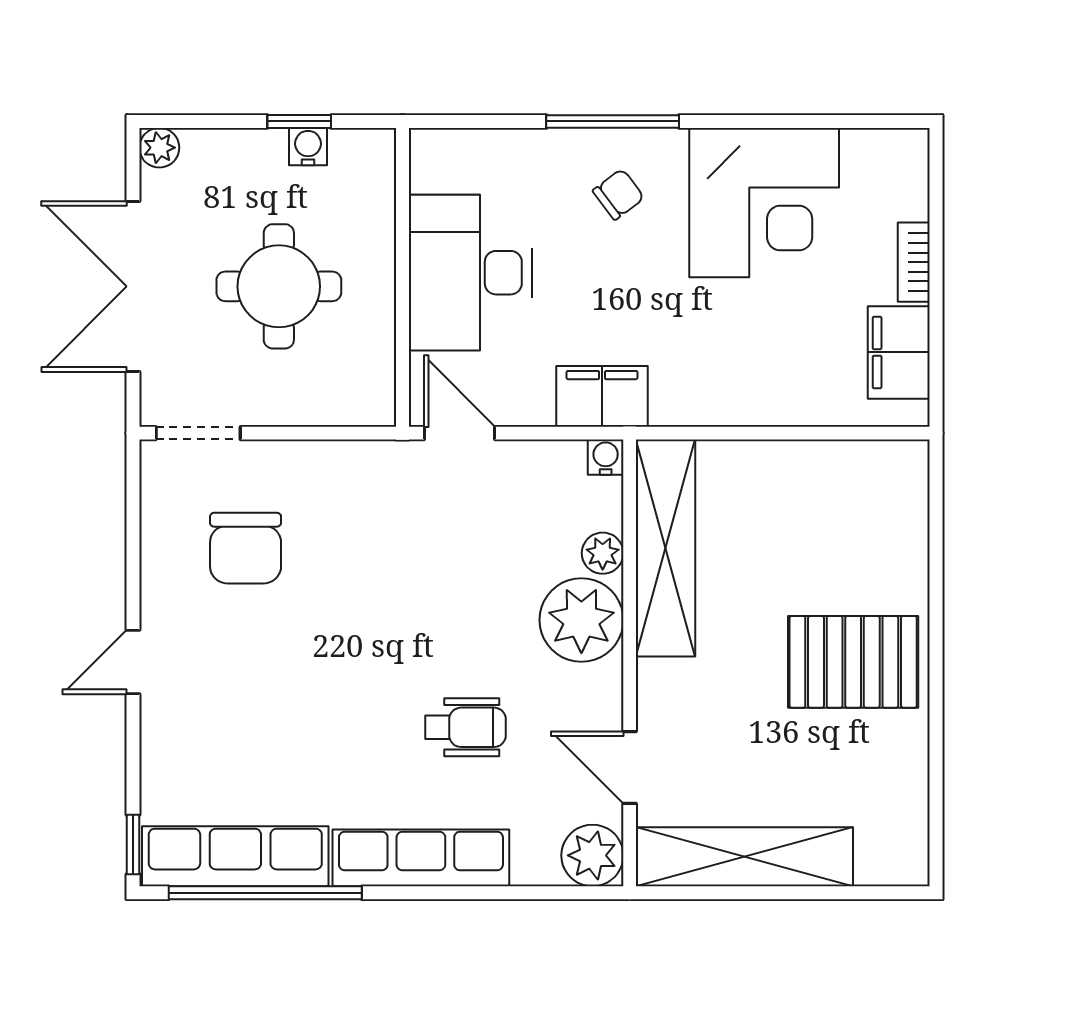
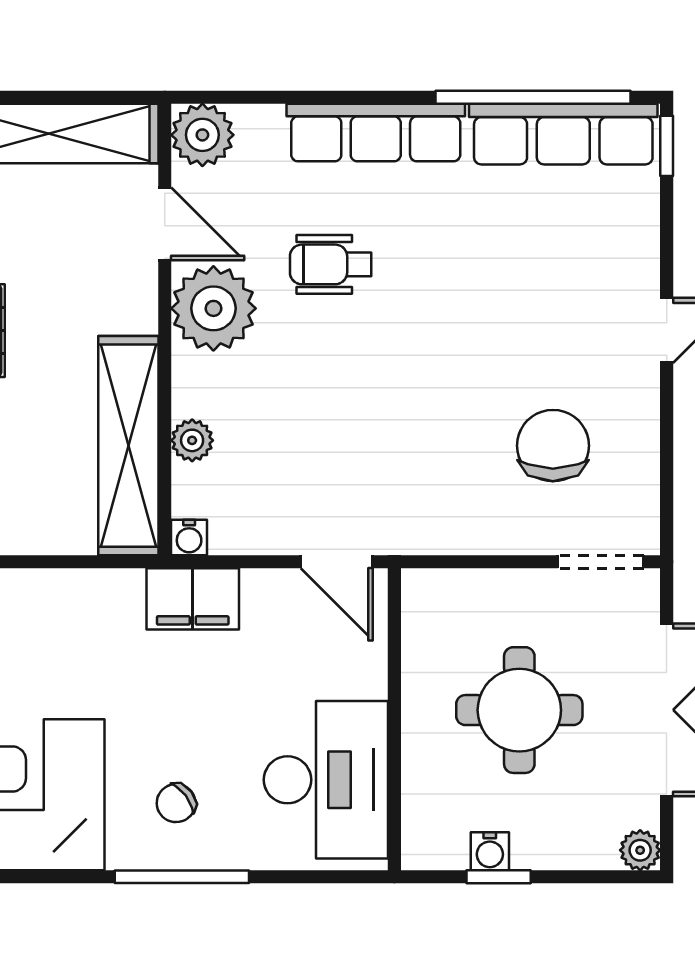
desk: (470, 273) -> (326, 780), moved
plant: (581, 620) -> (213, 308), moved

